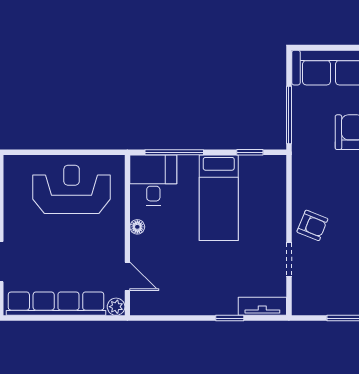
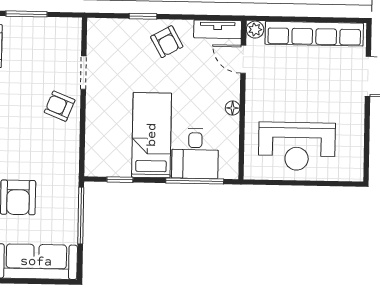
desk: (153, 180) -> (195, 154), moved
armchair: (205, 293) -> (167, 42), added
tv unit: (262, 306) -> (218, 29), moved

